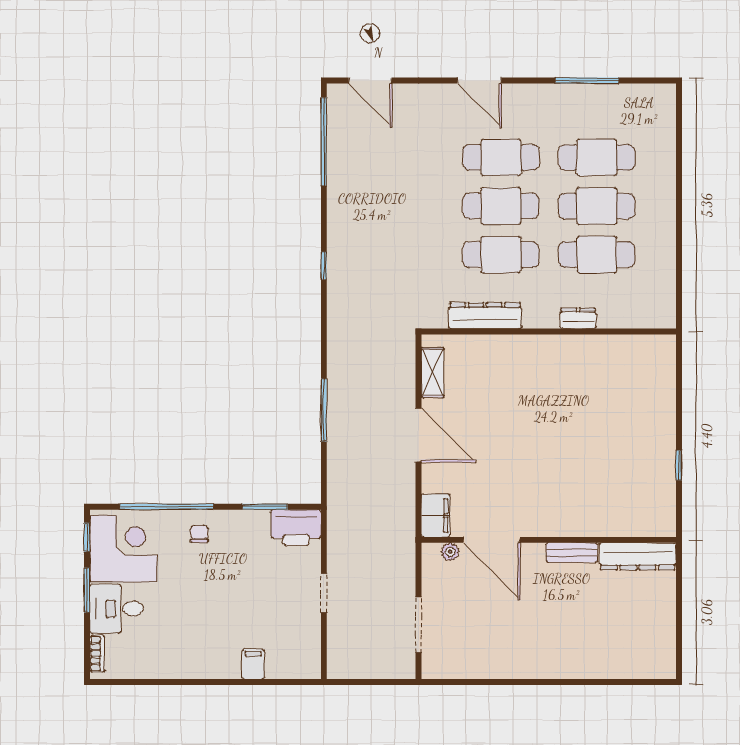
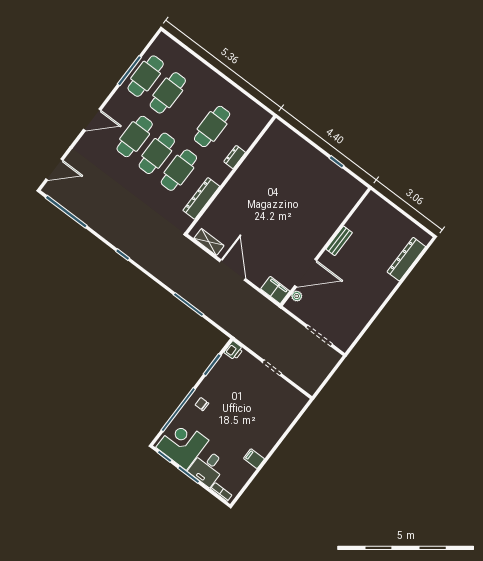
cafe table: (597, 206) -> (146, 76), moved
door: (419, 435) -> (233, 270), hinge flipped
printer: (296, 527) -> (234, 350), width x0.53, depth x0.68
dresser: (638, 556) -> (406, 259), moved, turned 180
filing cabinet: (253, 664) -> (254, 459), moved

